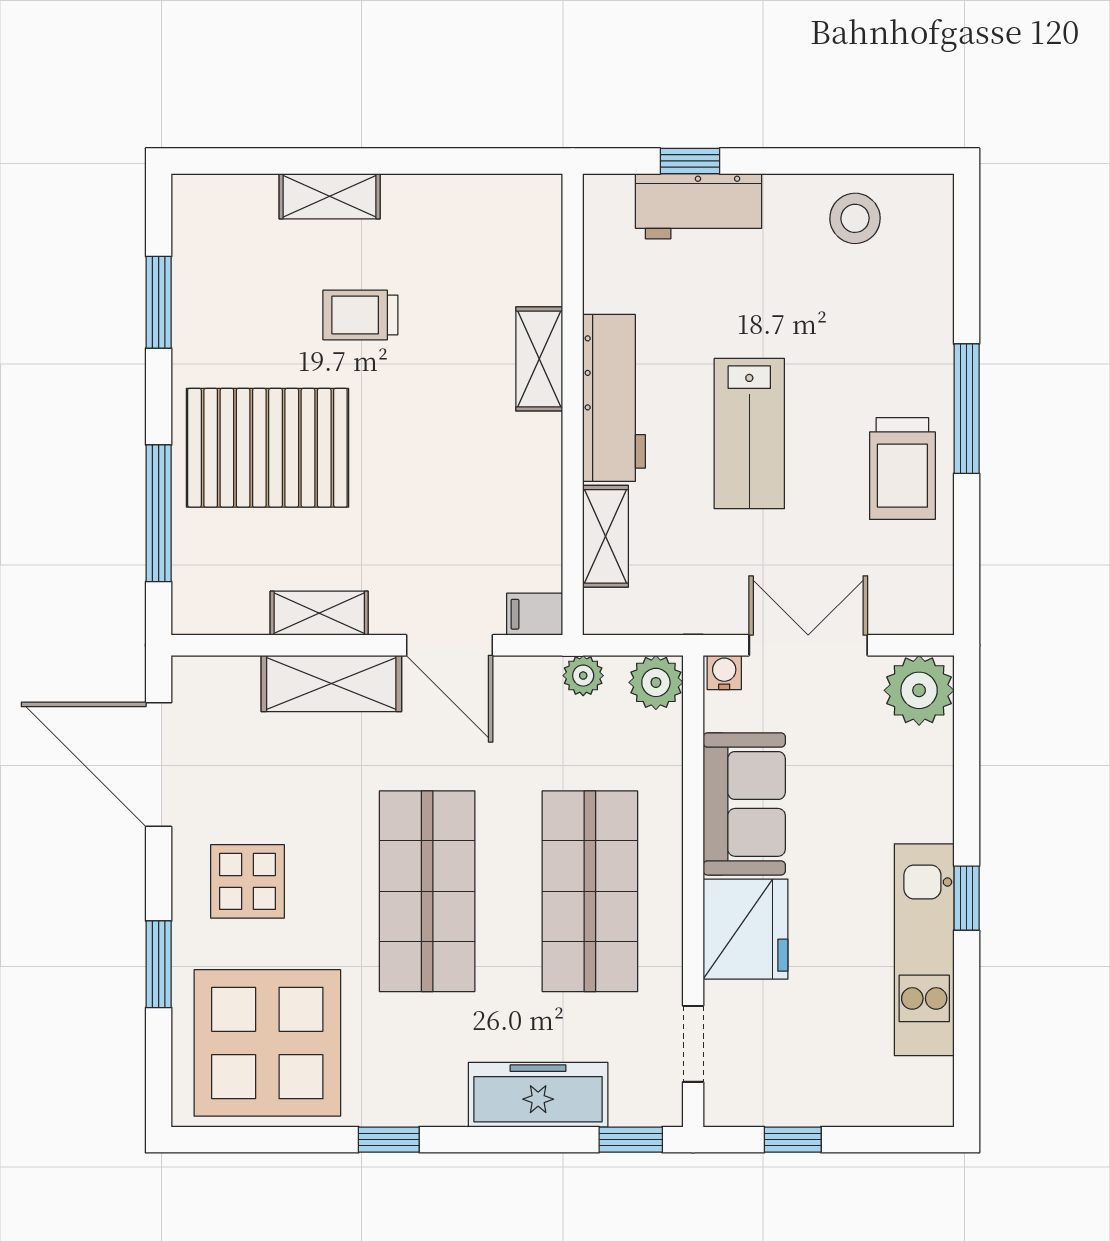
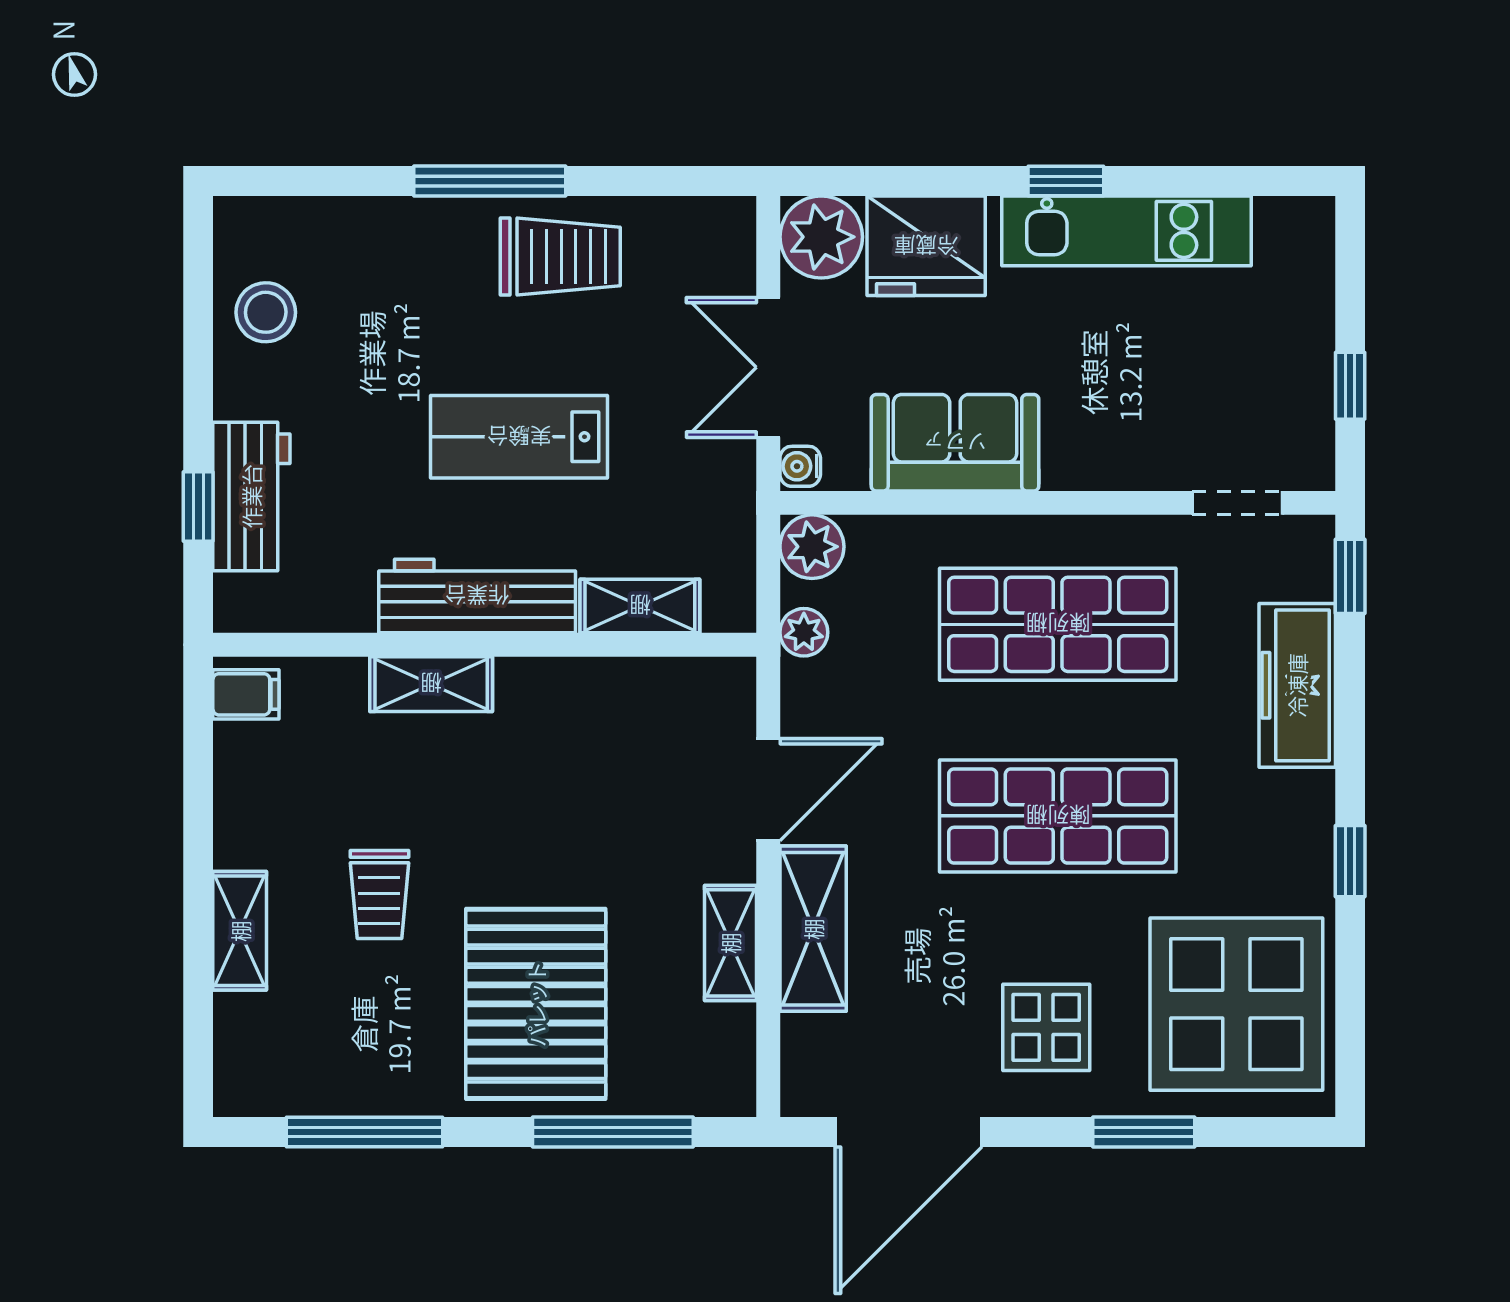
window: (159, 302) -> (364, 1132), width x1.44
lab bench: (749, 434) -> (519, 437), turned 180
filing cabinet: (535, 614) -> (246, 694), moved, turned -90
fridge: (746, 929) -> (926, 246), moved, turned 180

